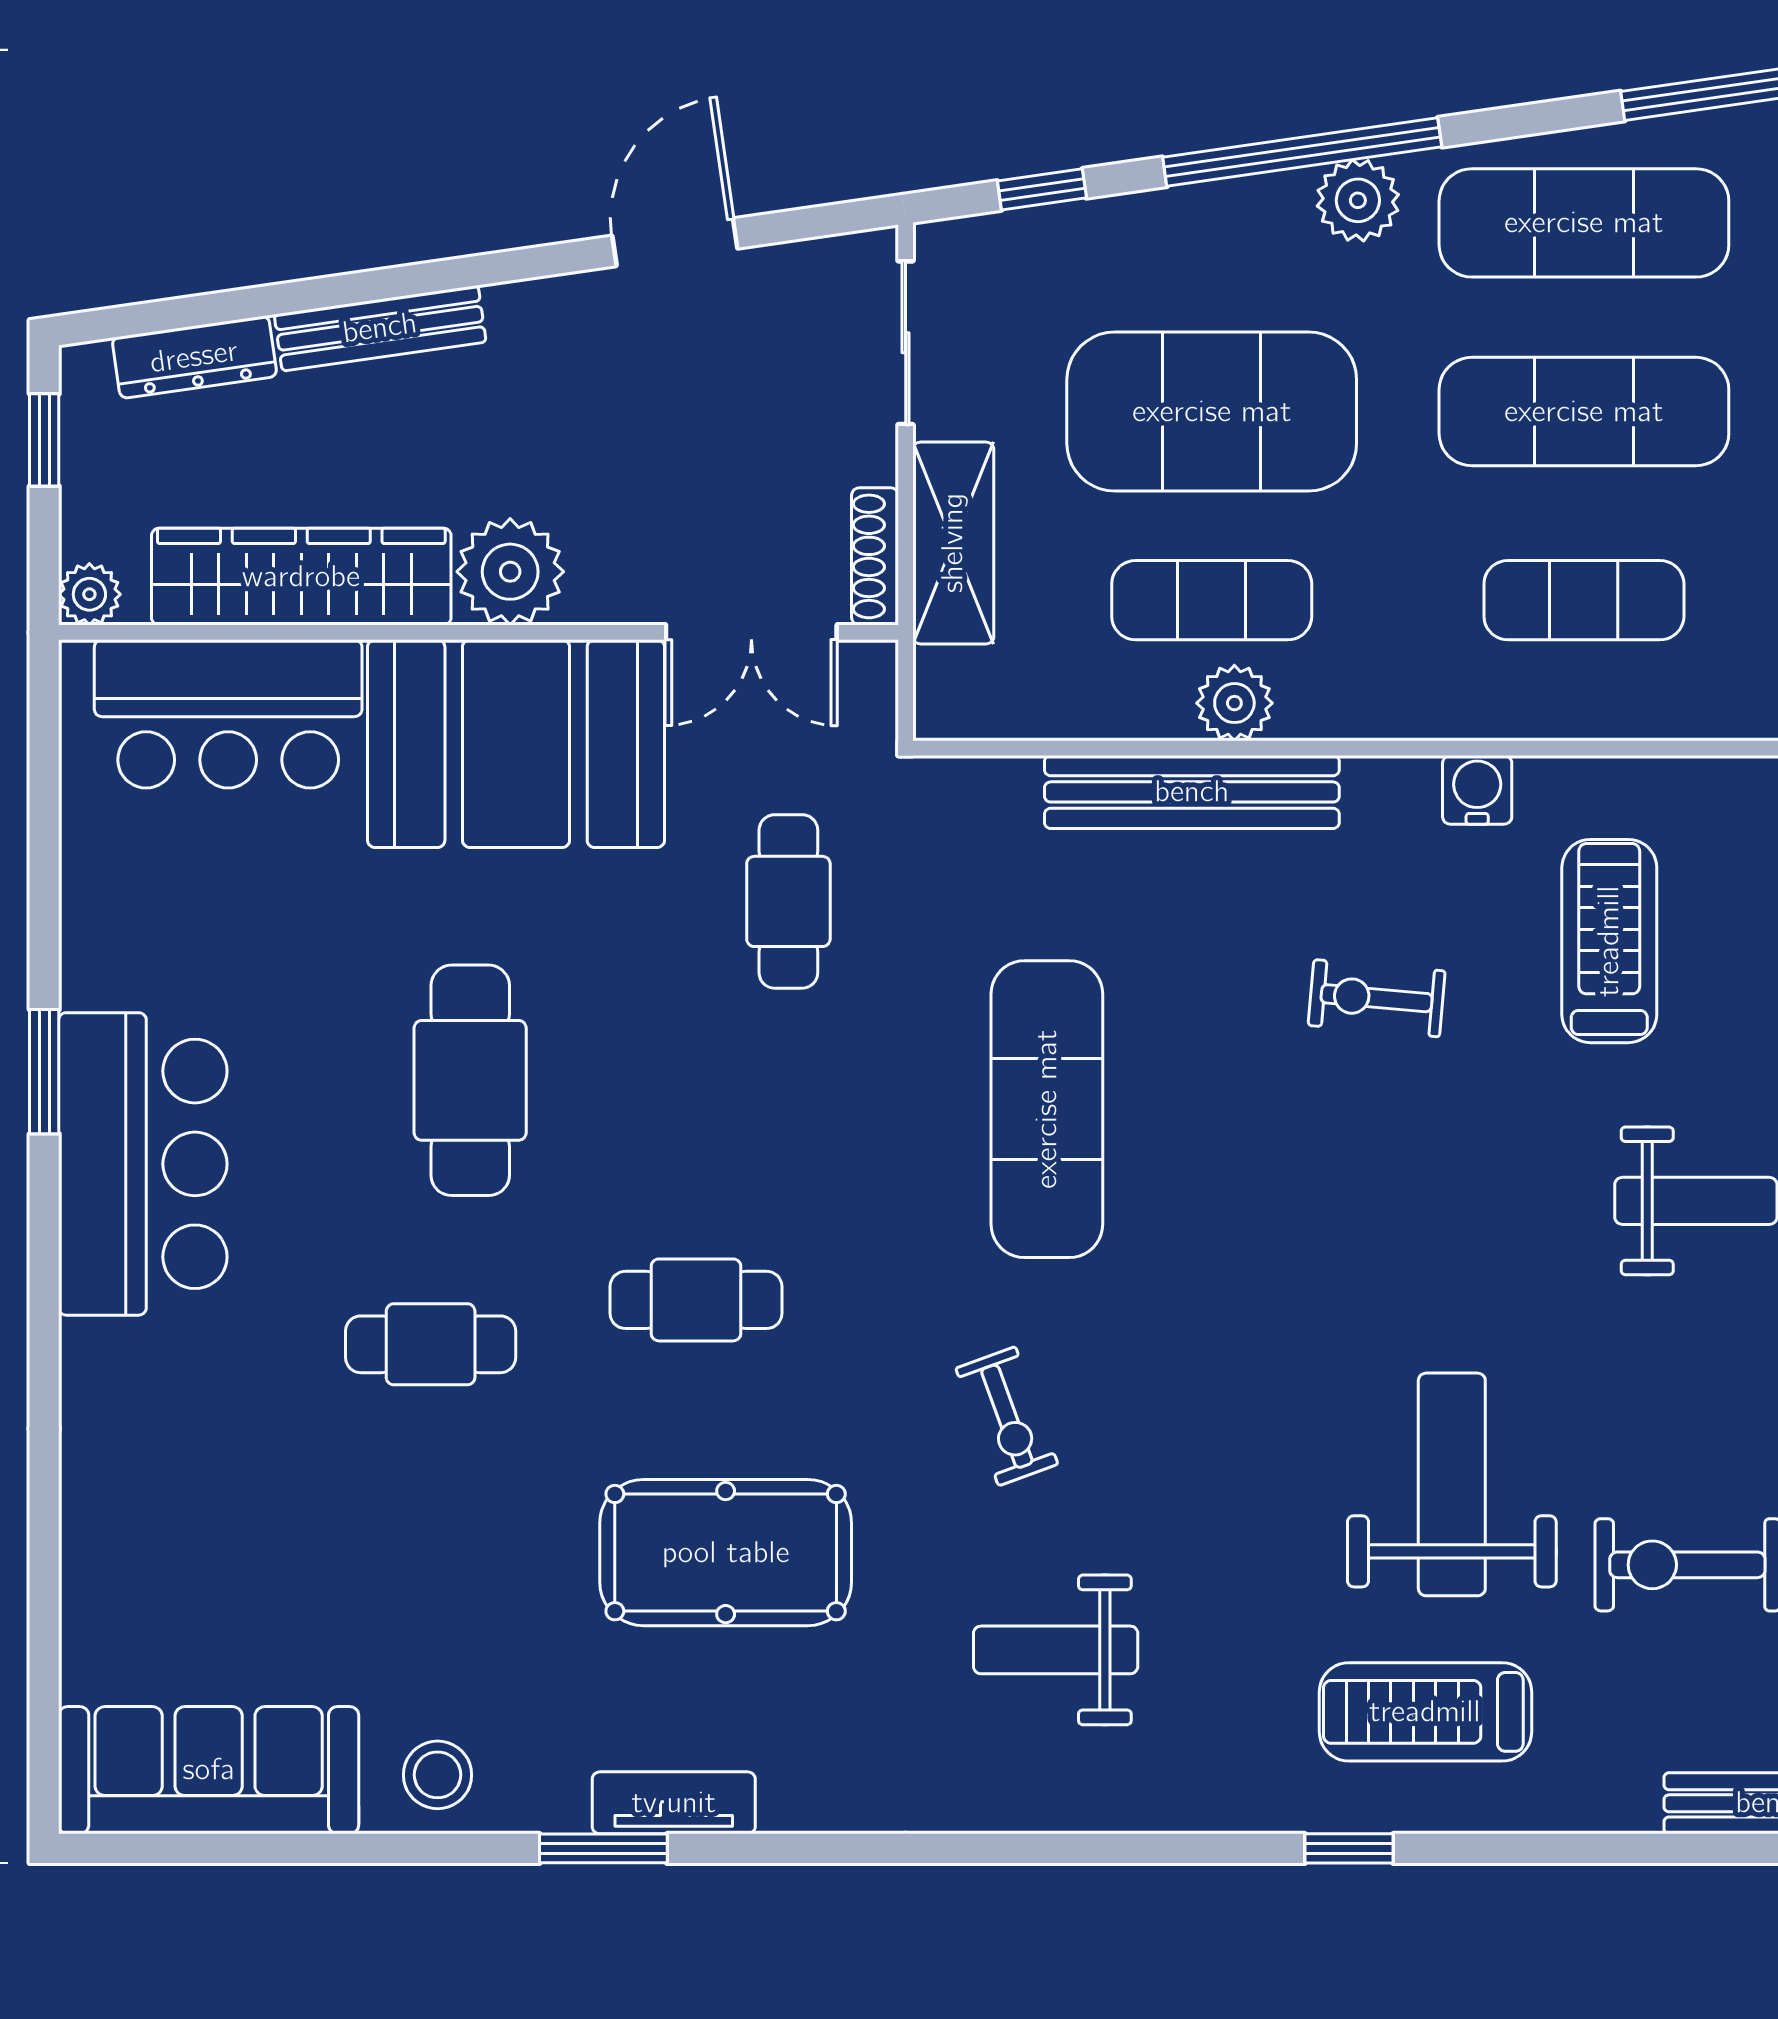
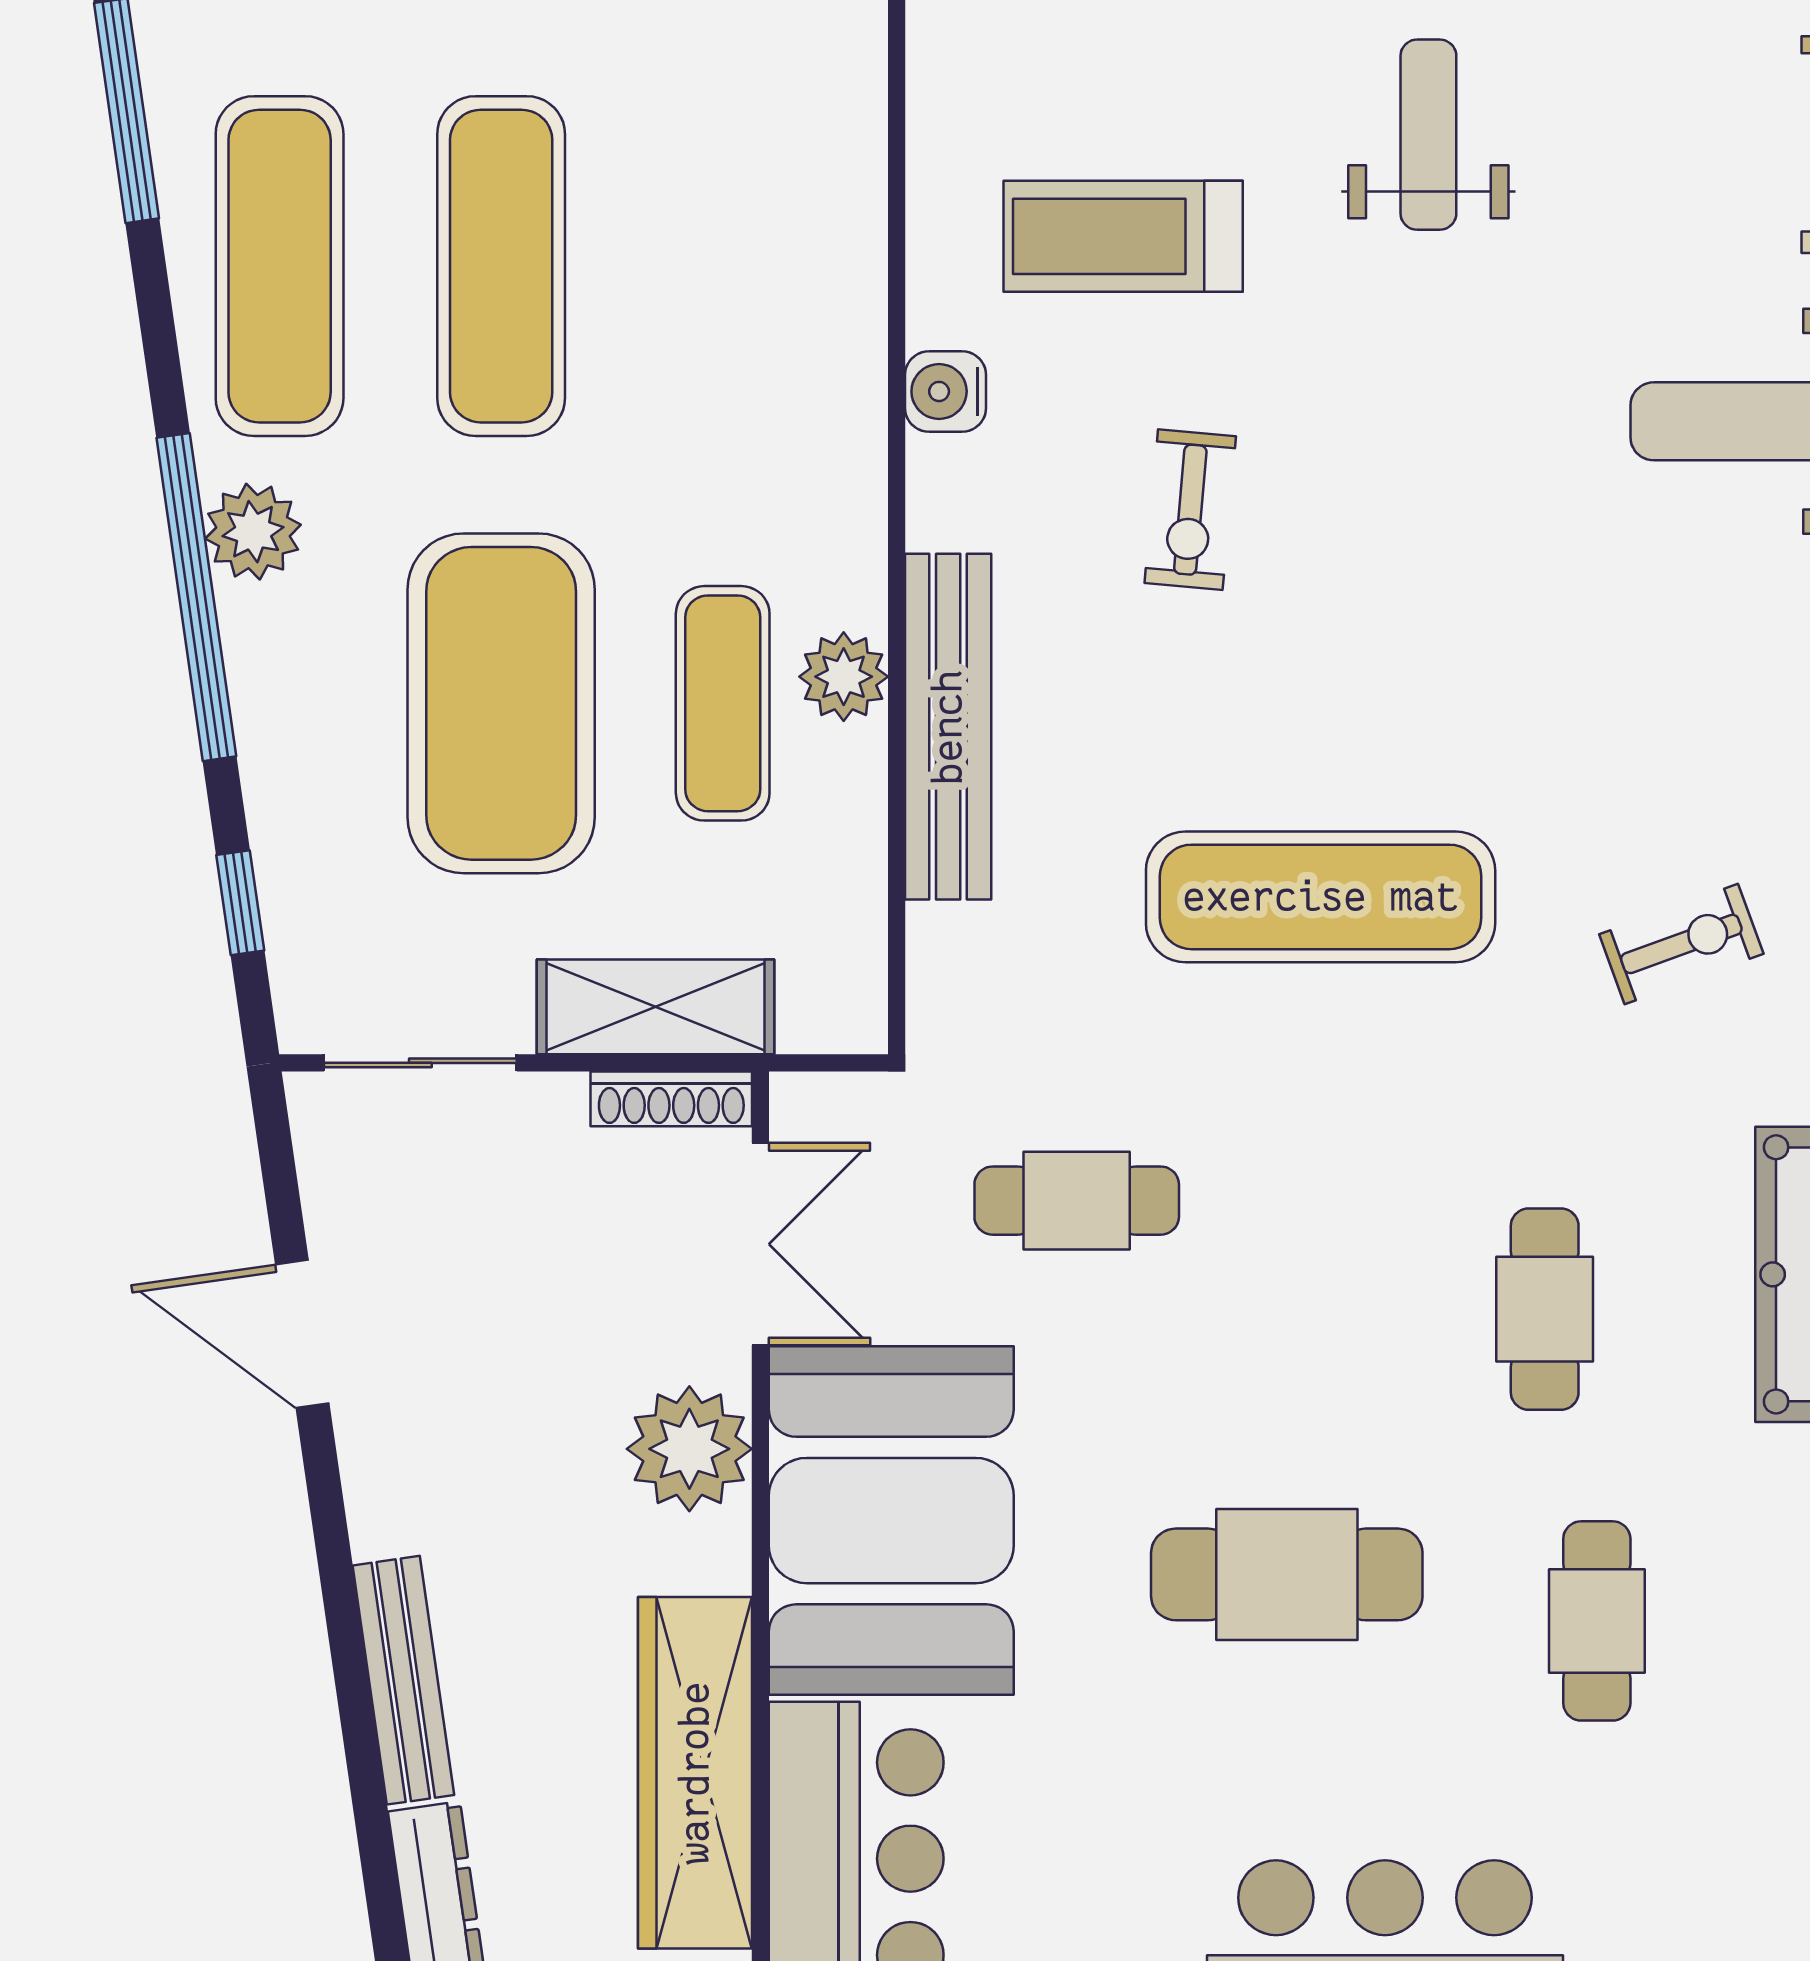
plant: (510, 572) -> (689, 1449), moved
exercise mat: (1584, 600) -> (723, 266), removed

